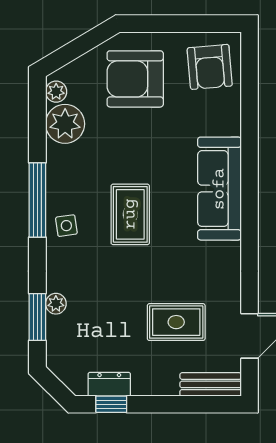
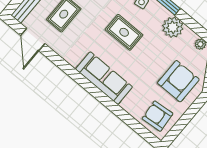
plant: (65, 124) -> (173, 27), moved

